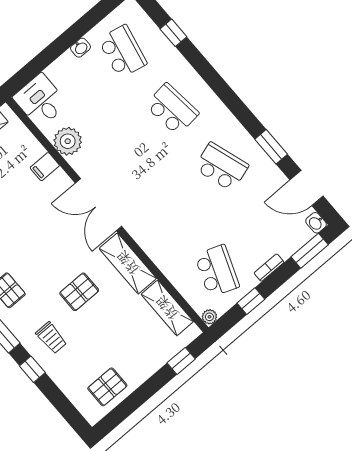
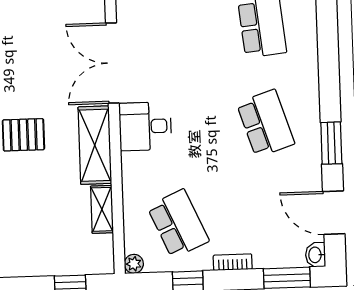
desk: (149, 227) -> (145, 126), added
school desk: (217, 271) -> (178, 224), turned -45
shelving: (167, 308) -> (102, 209), width x0.67, depth x0.75

